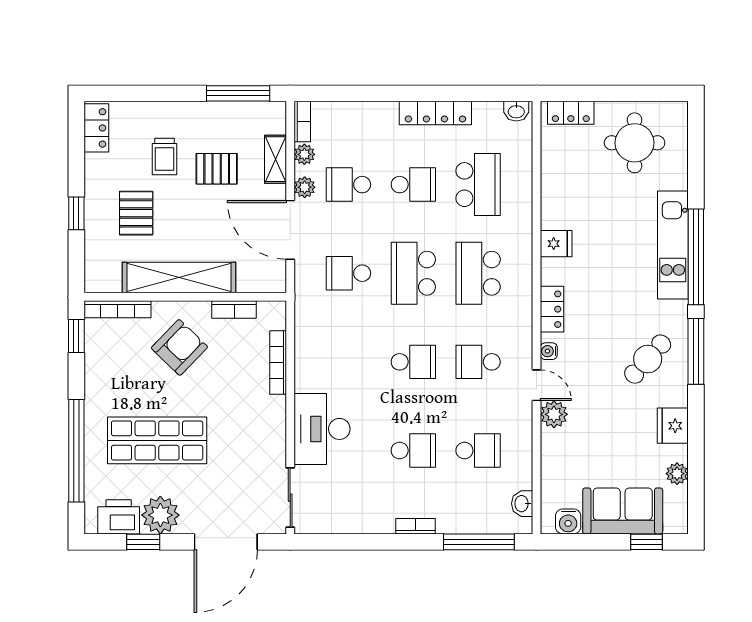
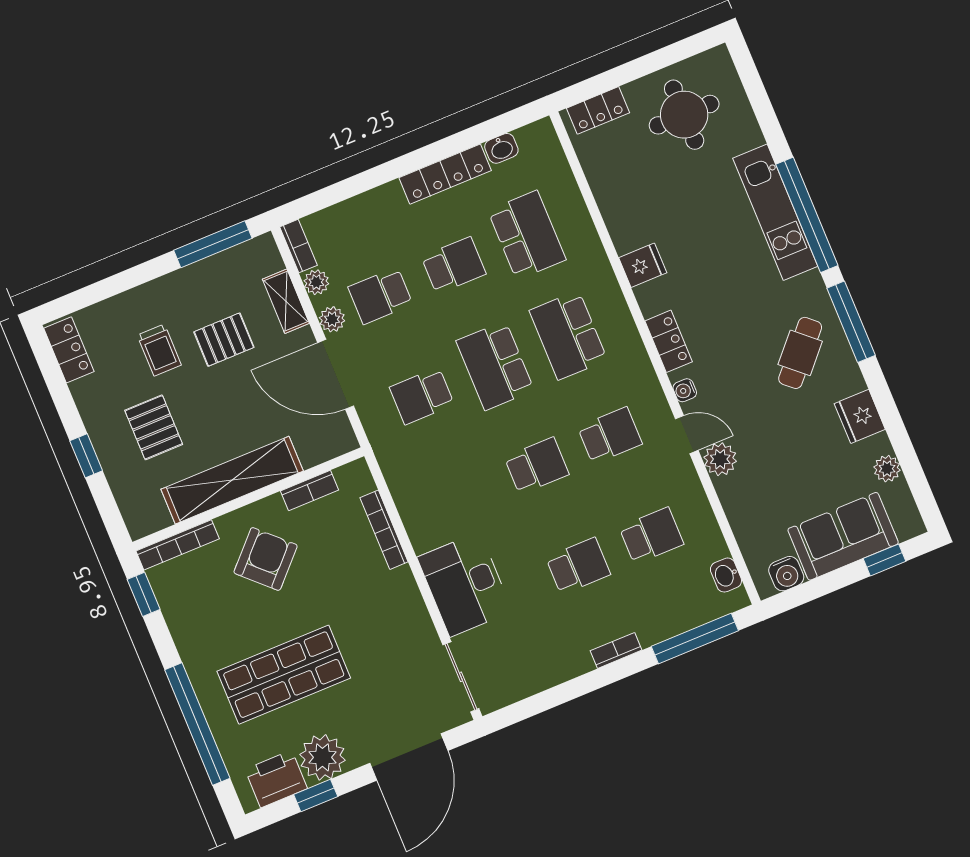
washbasin: (516, 111) -> (501, 148), moved
school desk: (478, 362) -> (610, 435), turned 180

